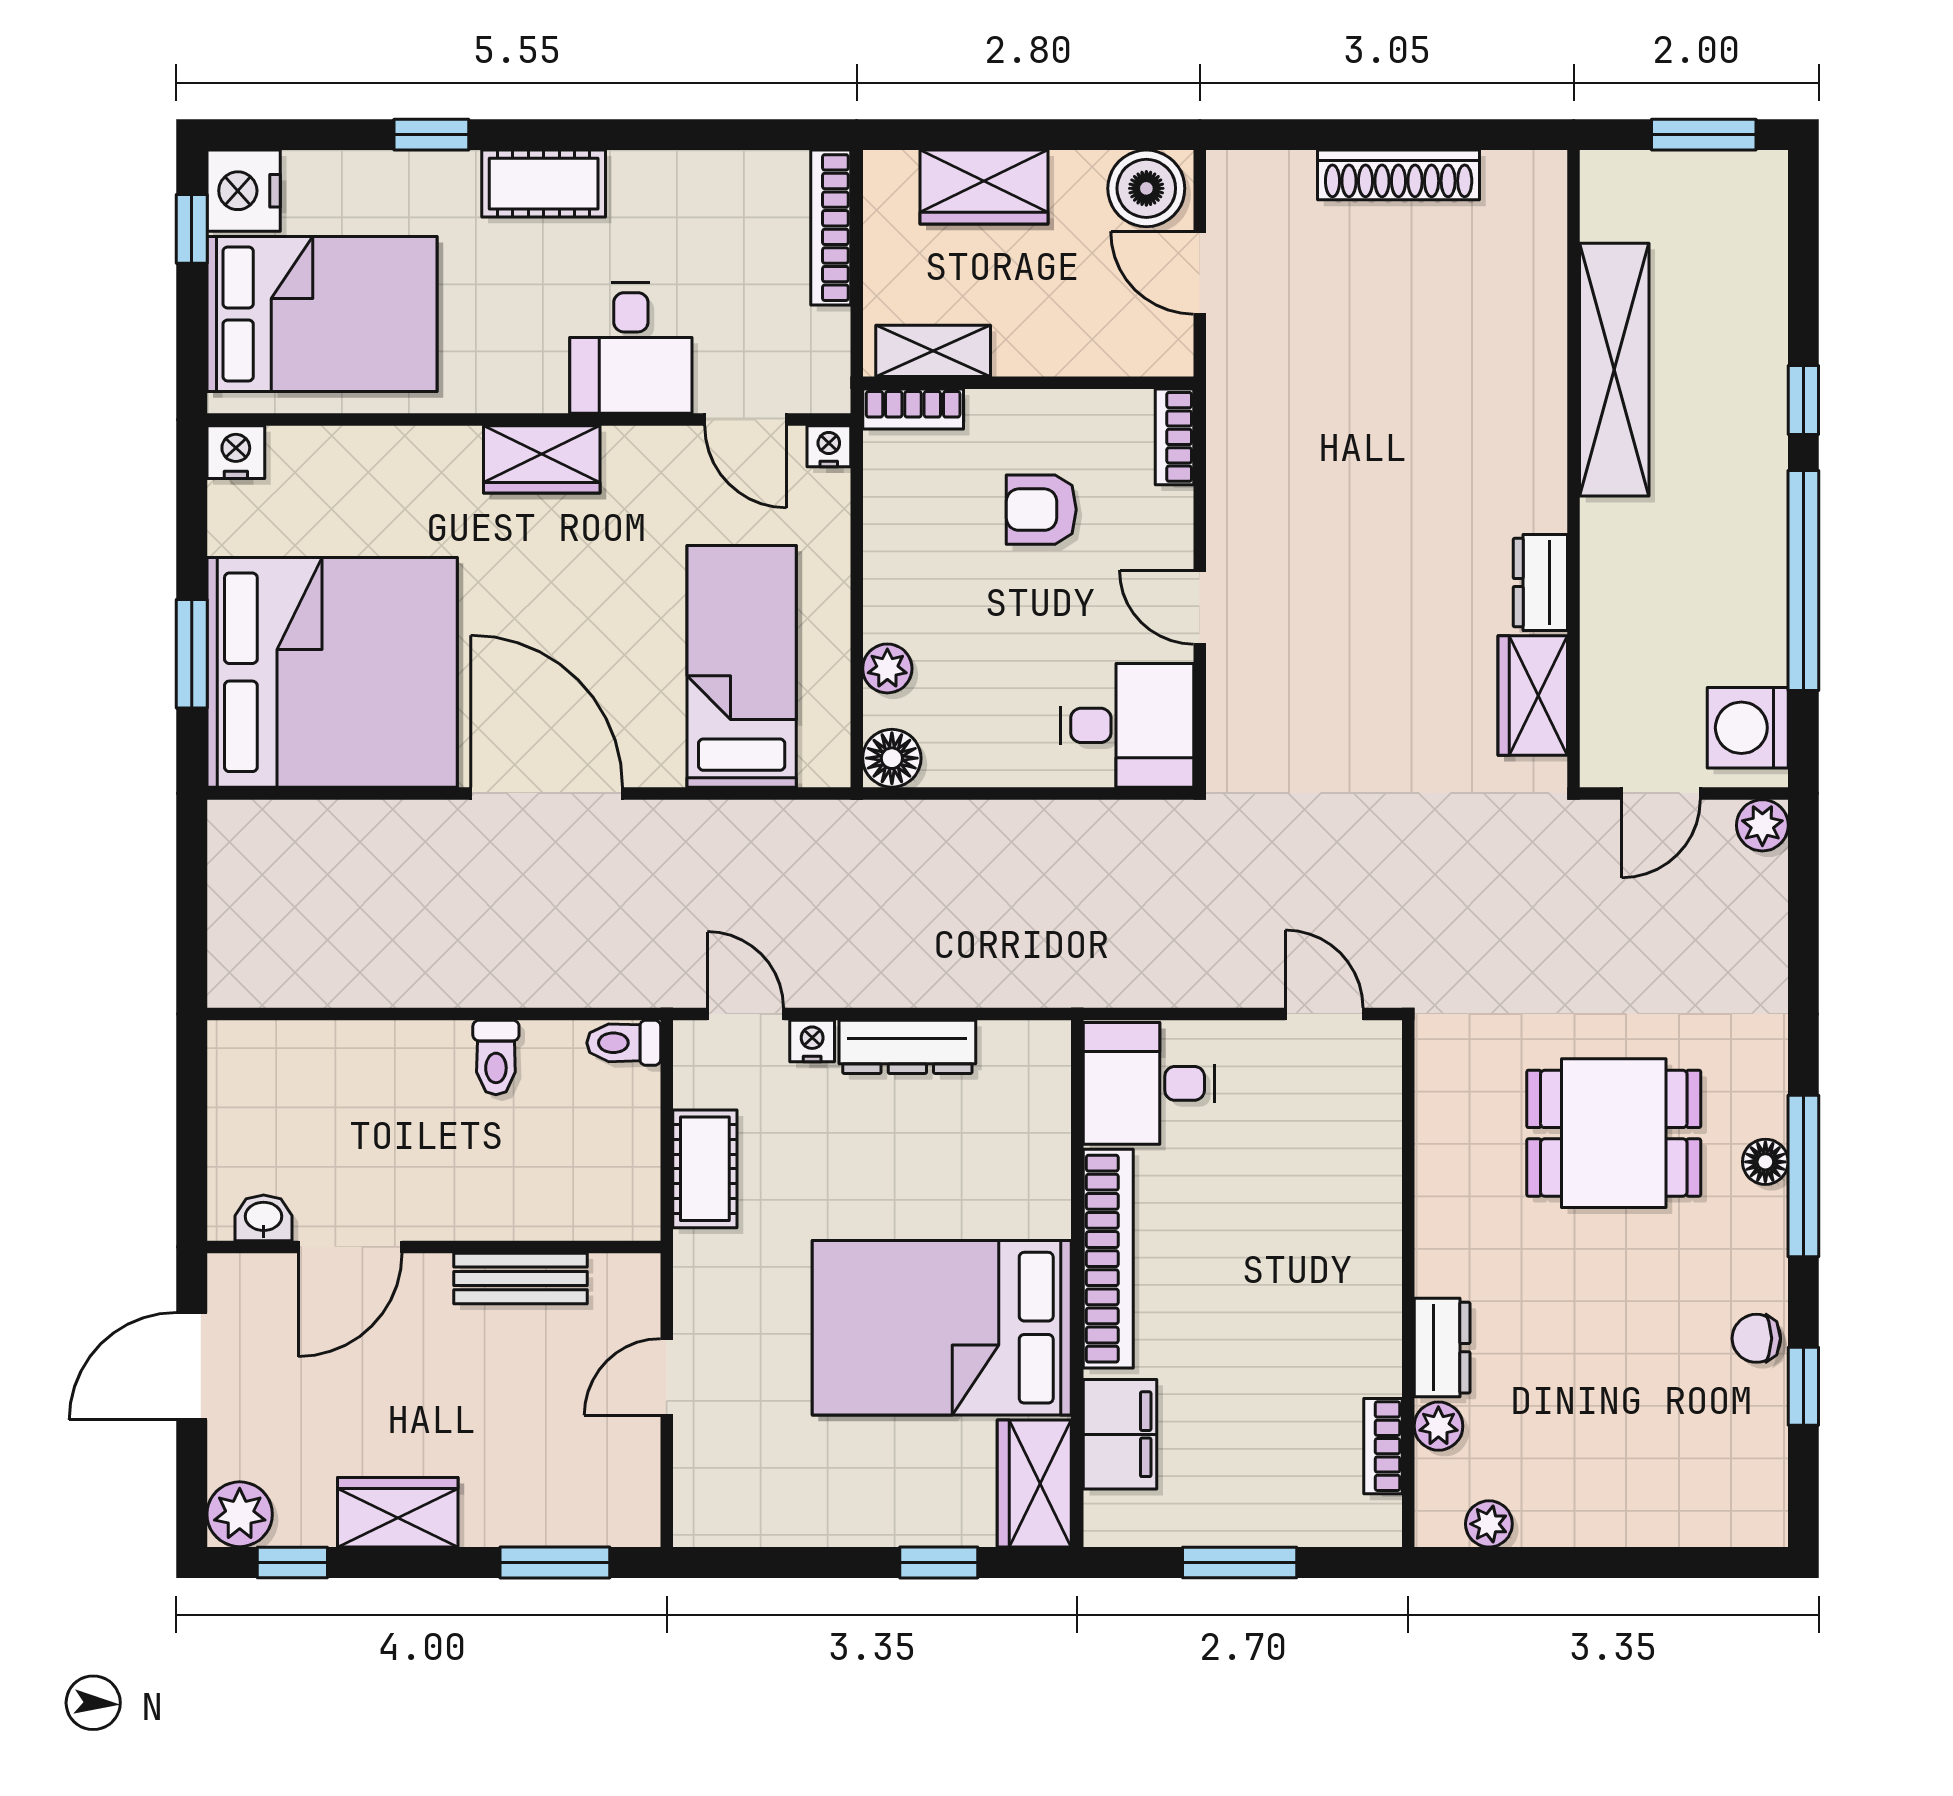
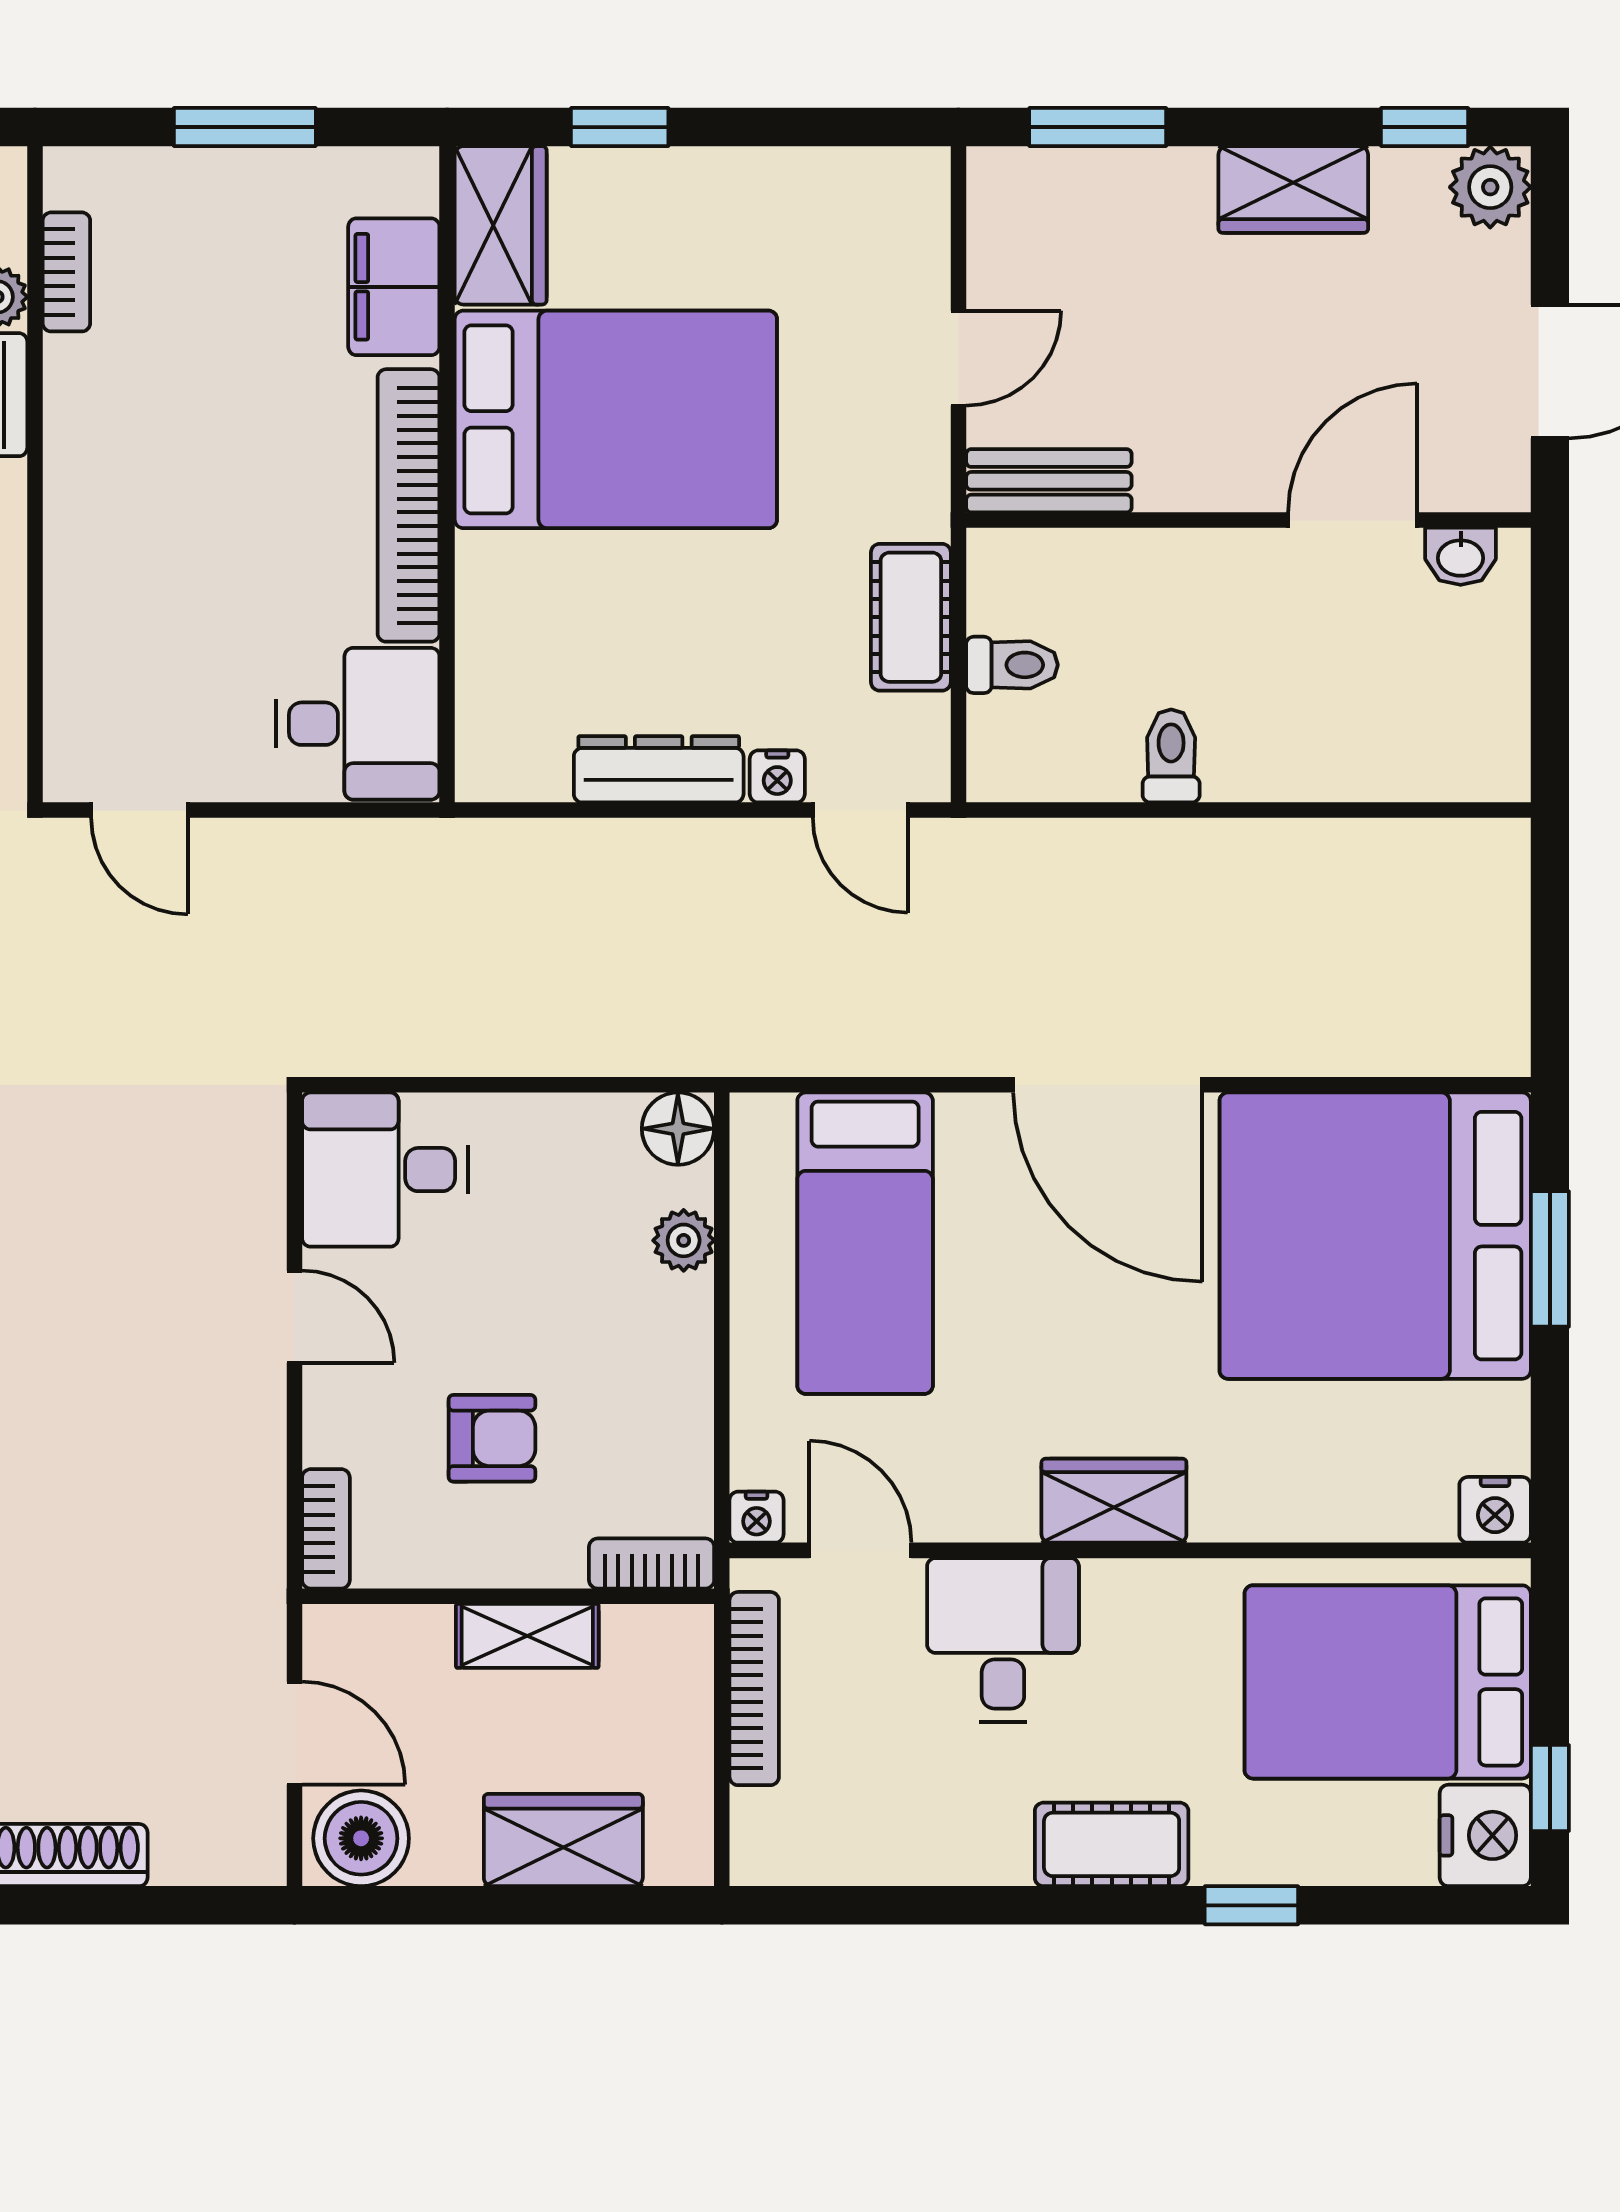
bookcase: (831, 228) -> (754, 1689), moved
shelving: (933, 351) -> (527, 1636), moved
toilet: (624, 1043) -> (1012, 665), moved
bench: (520, 1278) -> (1049, 481), moved

